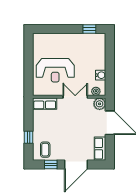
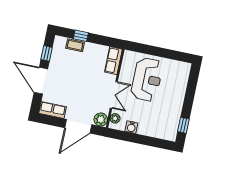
reception desk: (55, 70) -> (147, 79), turned 180
coffee table: (45, 150) -> (75, 45), moved

